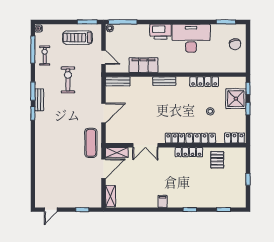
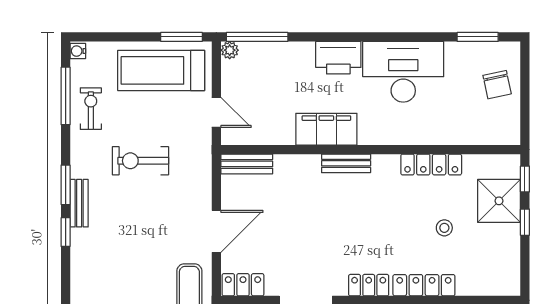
treadmill: (78, 38) -> (161, 70), width x1.37, depth x1.38
filing cabinet: (144, 65) -> (326, 129), moved
exercise bike: (68, 80) -> (140, 161), turned -90
locker: (235, 138) -> (243, 285), moved

